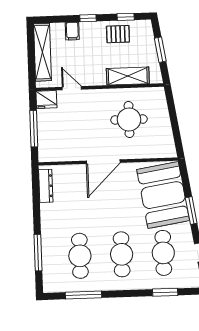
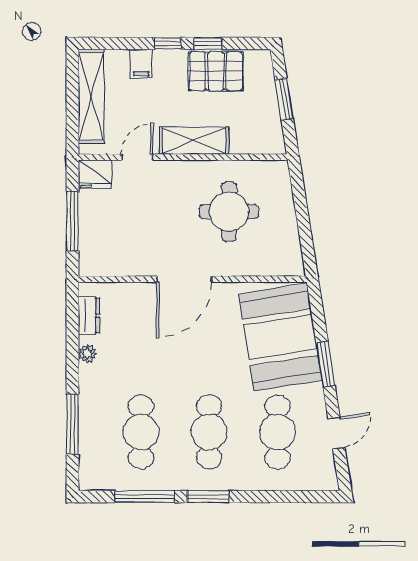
window: (126, 17) -> (208, 43), moved
pallet: (118, 34) -> (216, 71), width x1.50, depth x1.42
shelving: (128, 76) -> (194, 140), moved
door: (72, 88) -> (137, 157), hinge flipped
dresser: (46, 186) -> (89, 316), width x0.70
plant: (46, 209) -> (87, 354), added
window: (165, 292) -> (208, 497), moved

